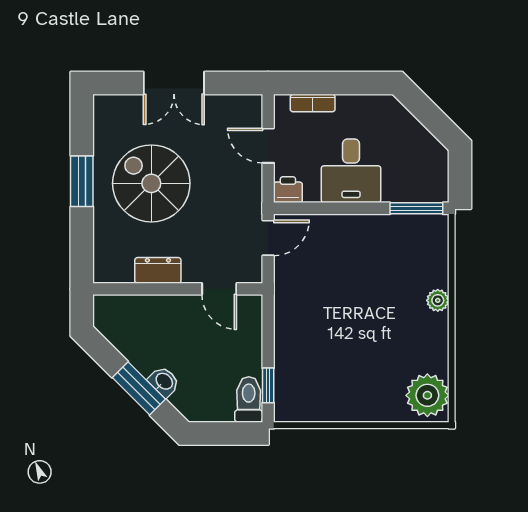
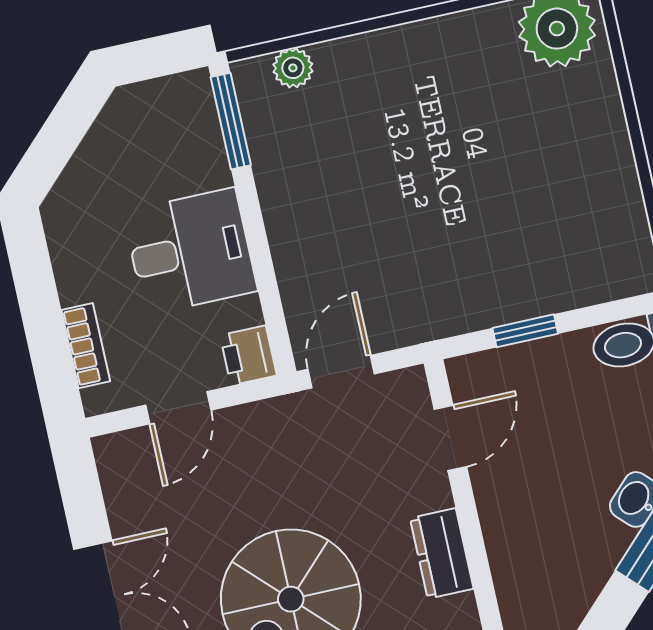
door: (268, 238) -> (341, 372), hinge flipped
plant: (438, 300) -> (293, 68), moved
window: (268, 385) -> (525, 331), moved

